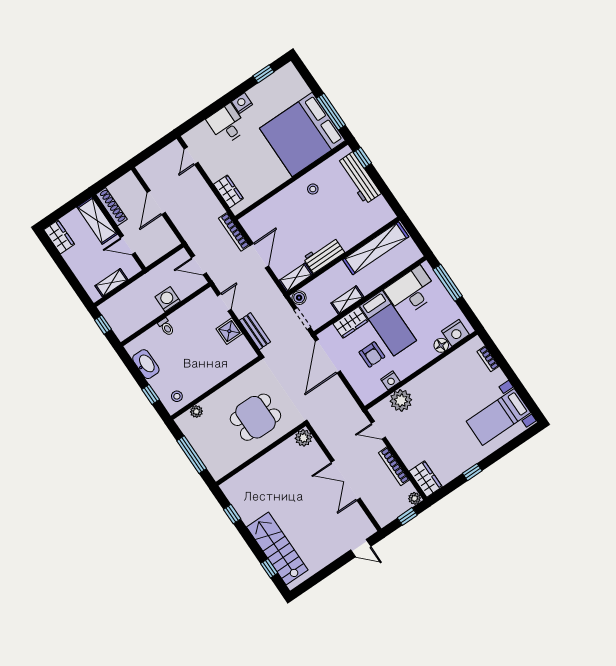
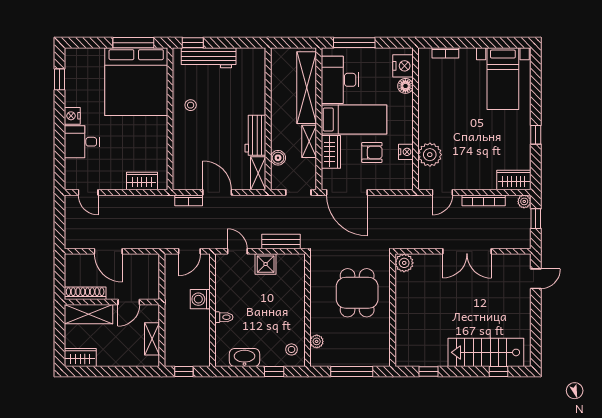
bookcase: (234, 232) -> (189, 200), width x0.64
shelving: (376, 248) -> (307, 88), moved
boiler: (299, 298) -> (278, 158), moved

